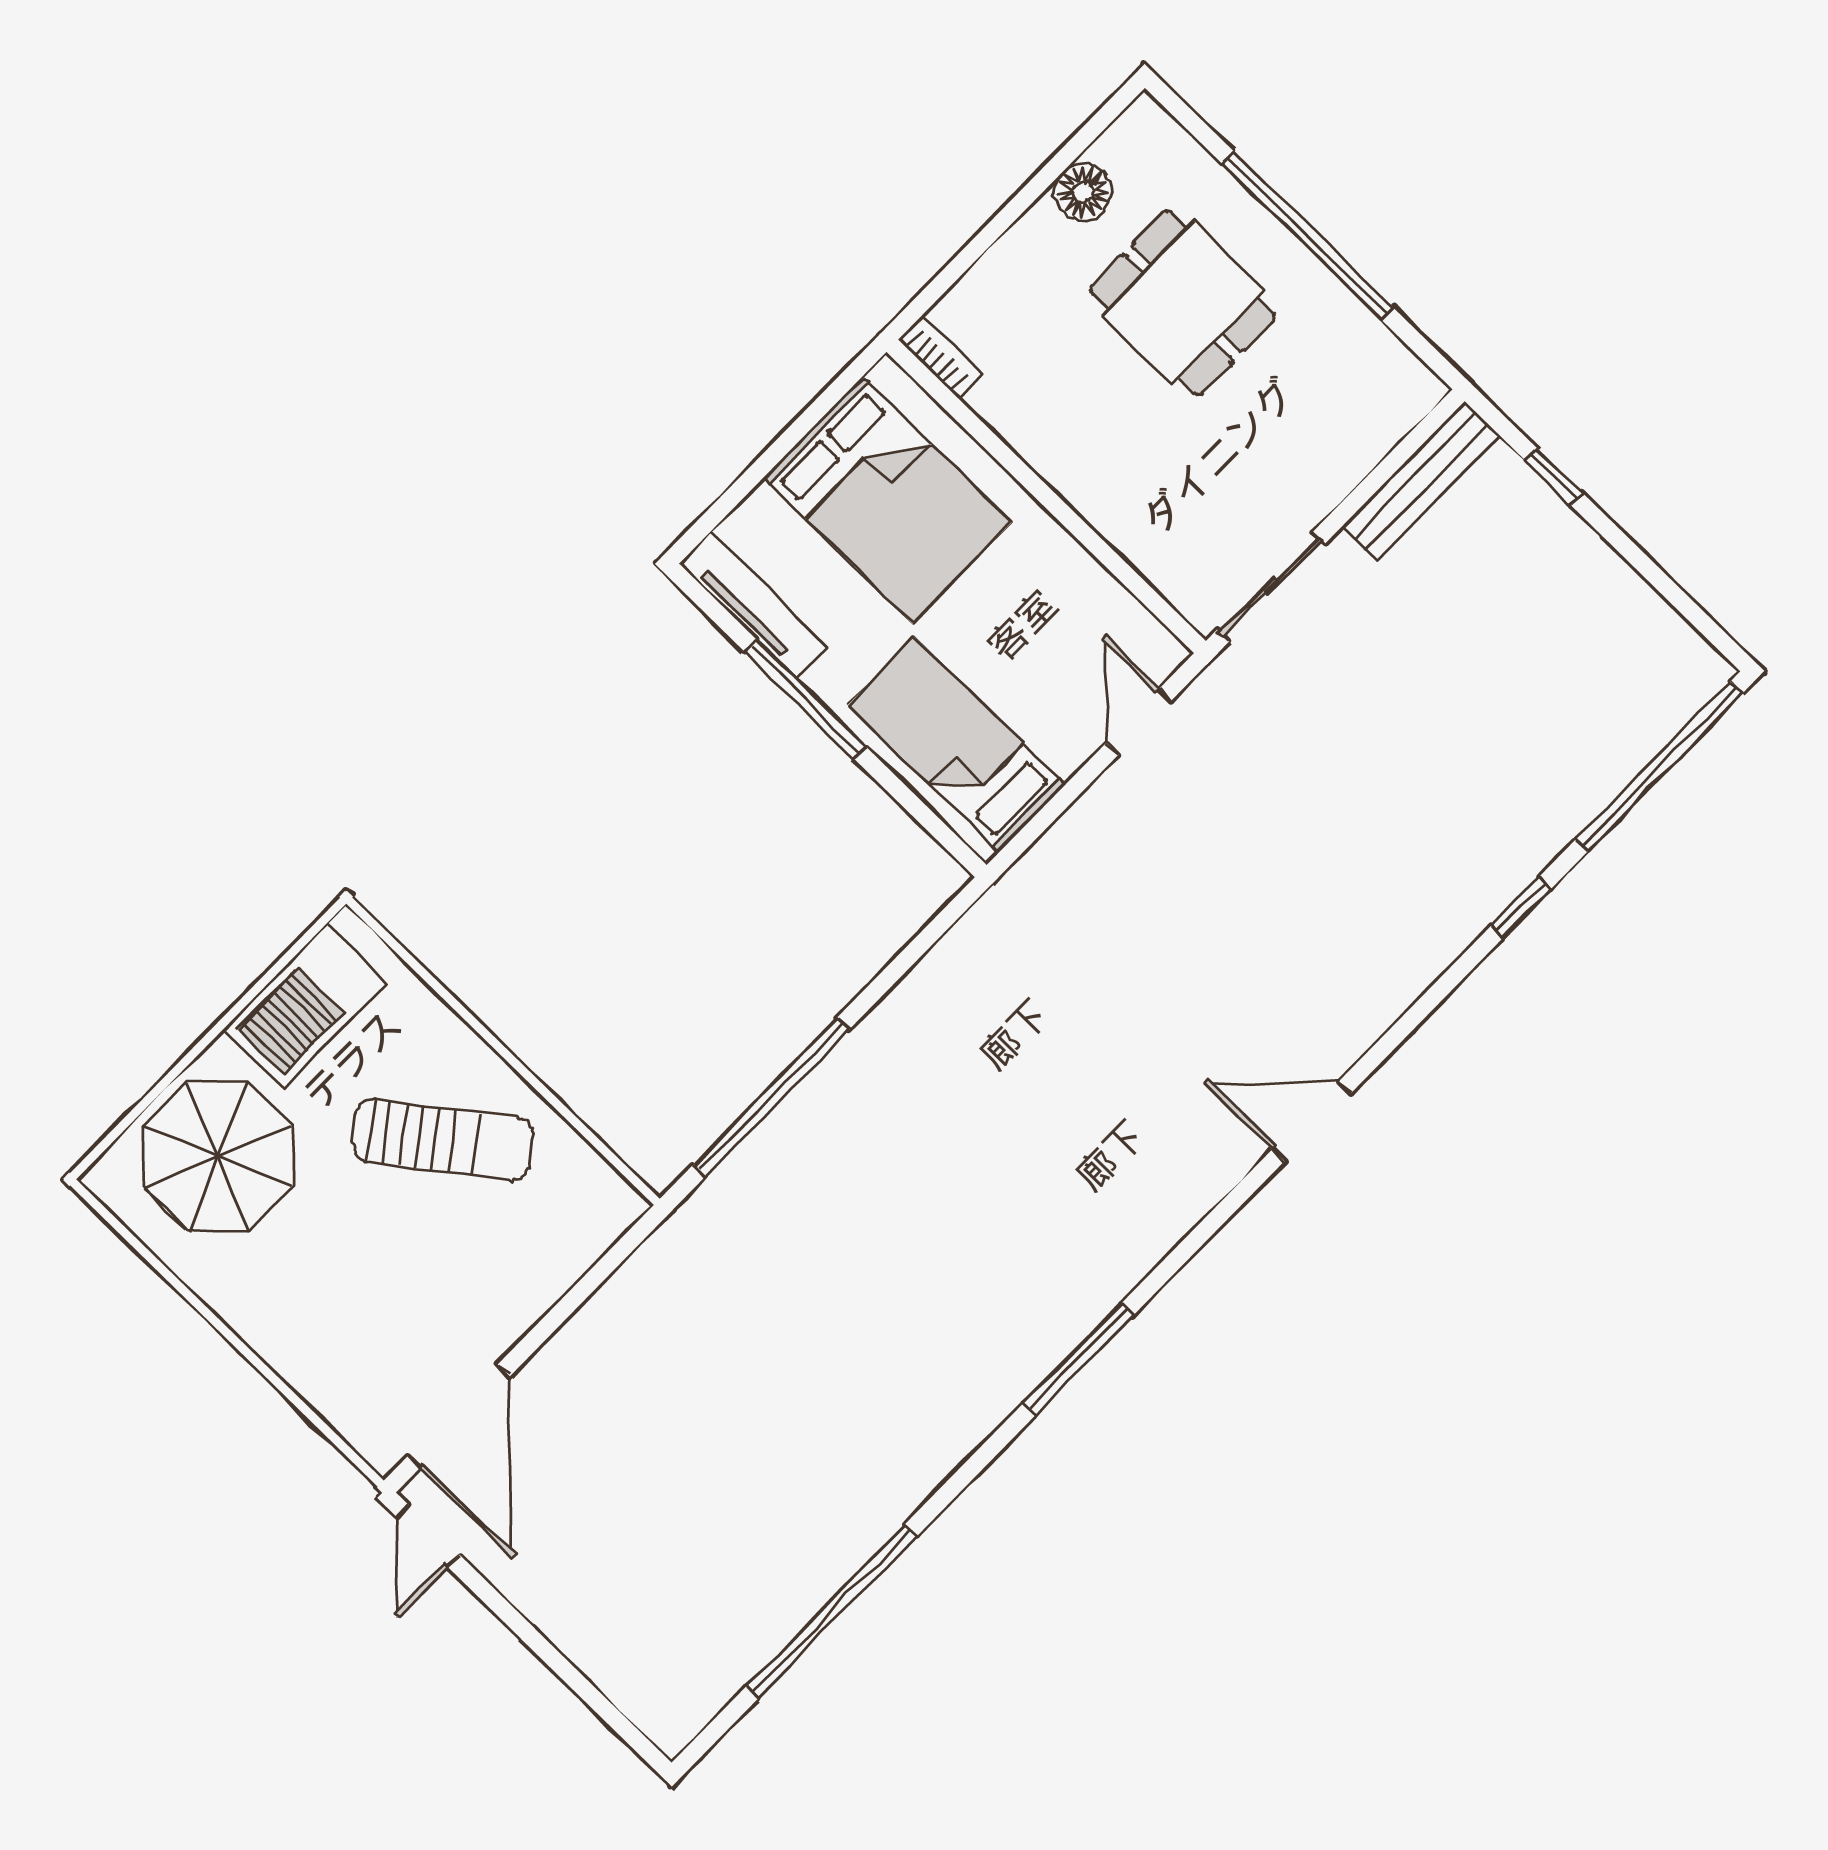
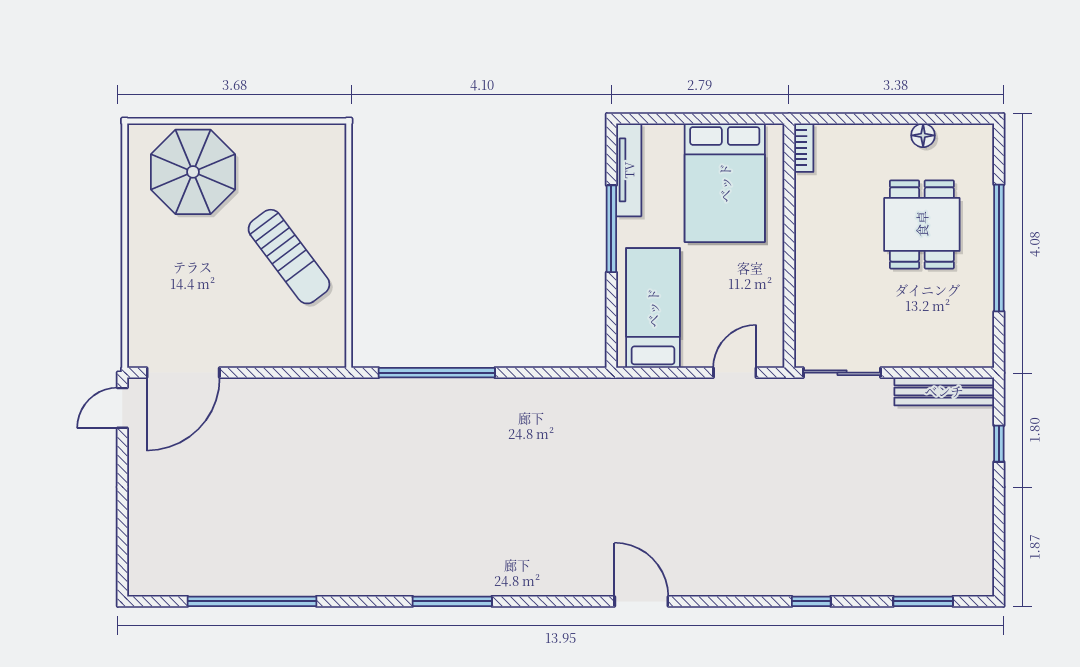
floor lamp: (1083, 192) -> (923, 135), width x0.73, depth x0.73
window: (1659, 766) -> (923, 601), width x0.47
barbecue: (306, 1005) -> (289, 148), removed

